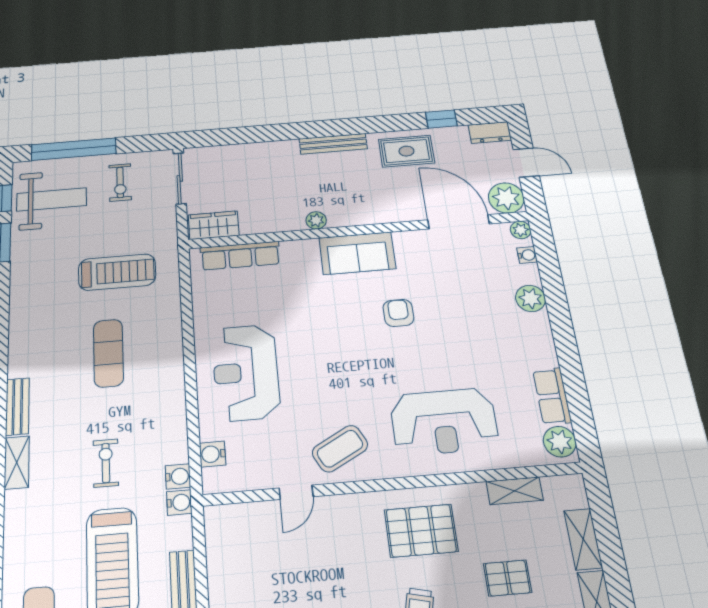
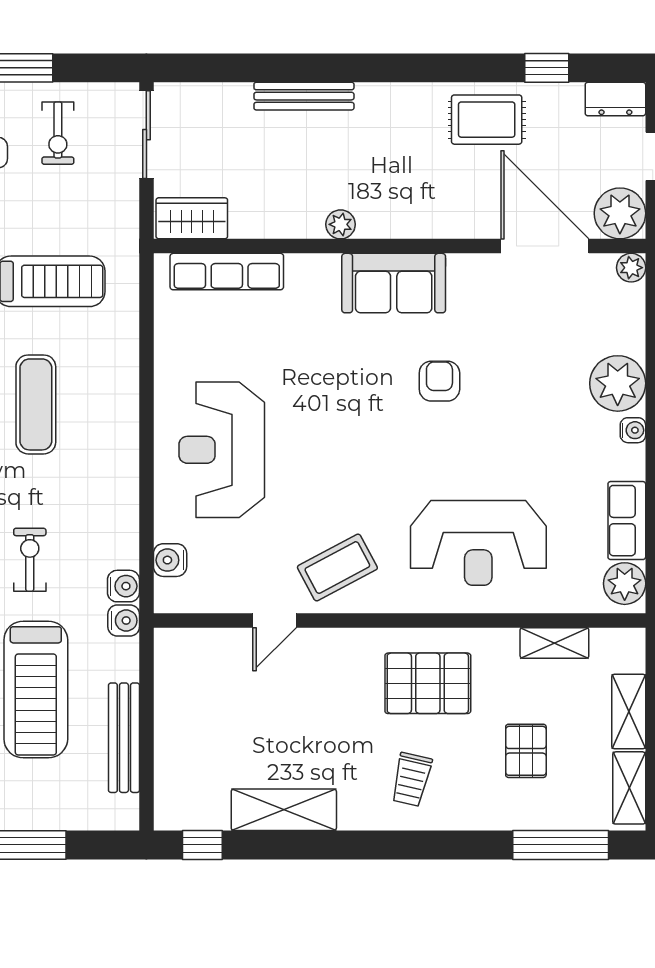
bench: (333, 144) -> (304, 96), moved
water cooler: (527, 255) -> (633, 430), moved
plant: (531, 298) -> (618, 383), width x1.36, depth x1.36
pallet: (508, 578) -> (526, 751), turned 90

